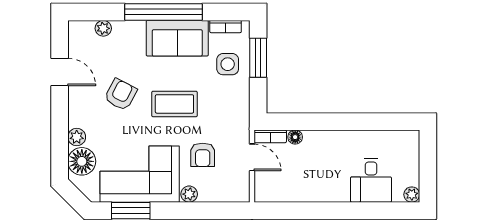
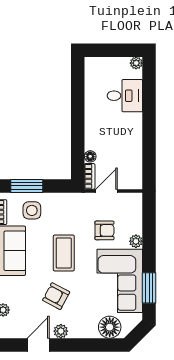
plant: (77, 137) -> (61, 331), moved

